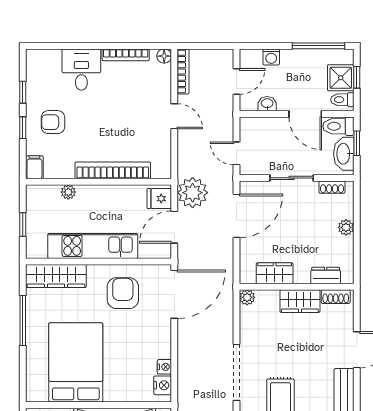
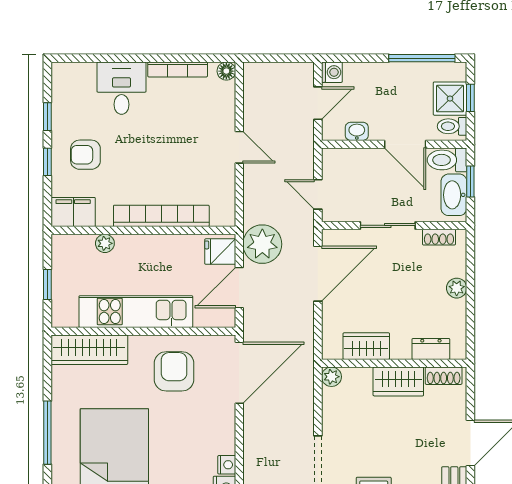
washing machine: (271, 57) -> (332, 72), moved, turned -90
bookcase: (183, 71) -> (250, 91), removed
filing cabinet: (34, 167) -> (73, 212), width x2.00
window: (23, 320) -> (47, 433), moved

